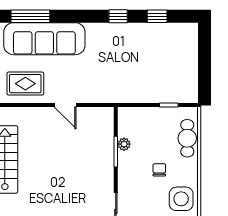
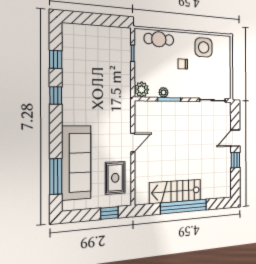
plant: (127, 116) -> (142, 89), added

